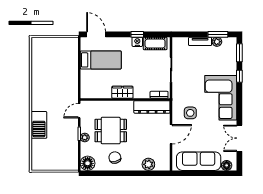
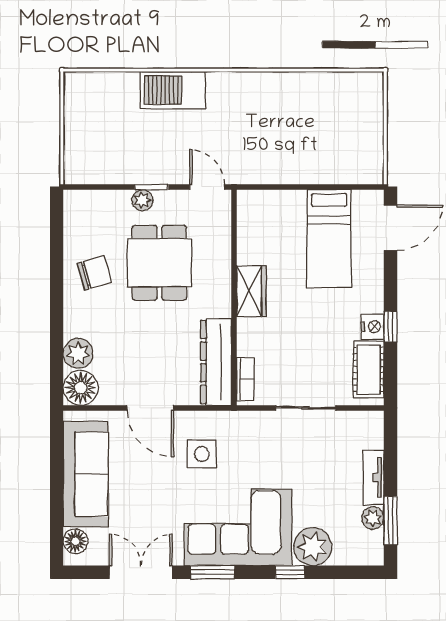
window: (239, 53) -> (213, 572), moved
plant: (229, 67) -> (313, 547), added
floor lamp: (88, 163) -> (81, 388), moved

